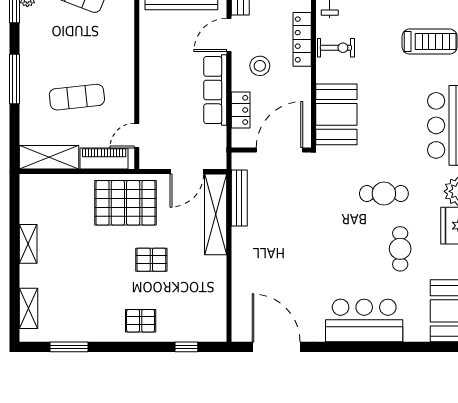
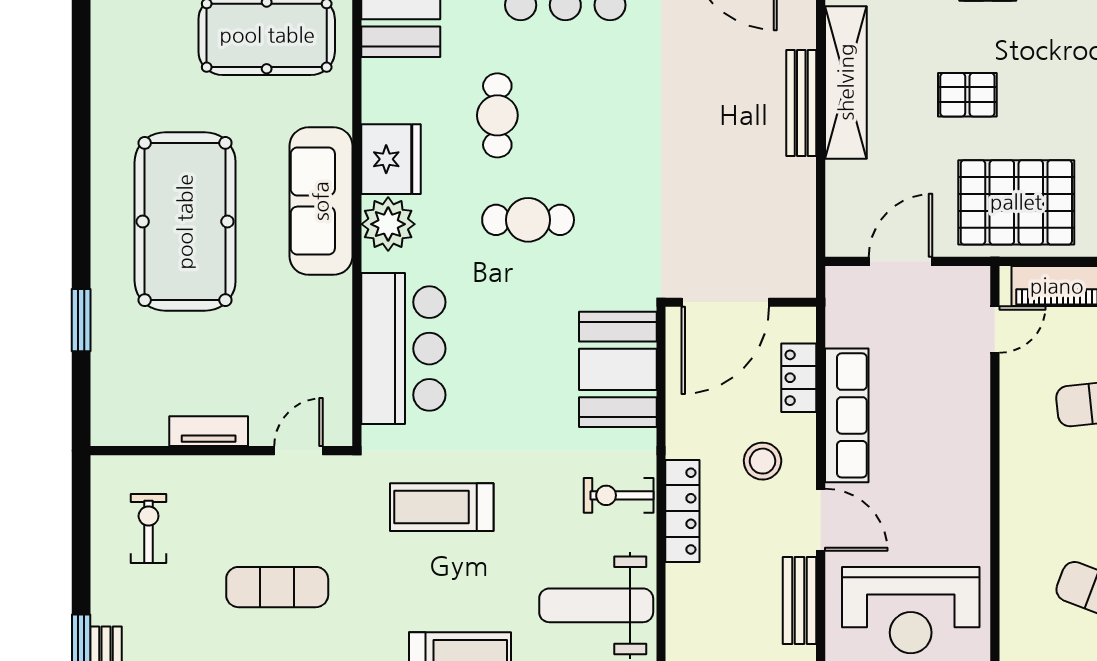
door: (229, 35) -> (821, 520), hinge flipped
bench: (239, 198) -> (801, 103), moved
shelving: (216, 214) -> (846, 82), moved

